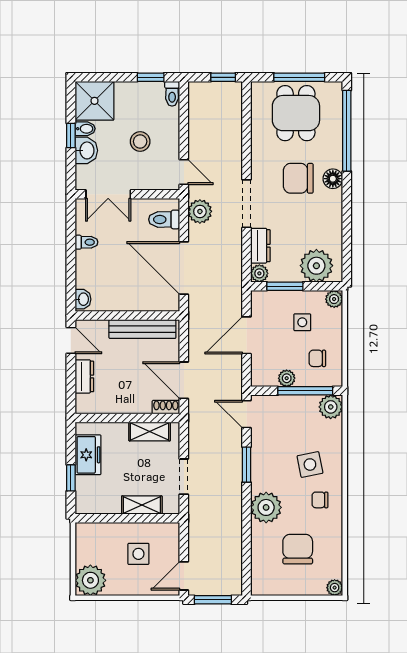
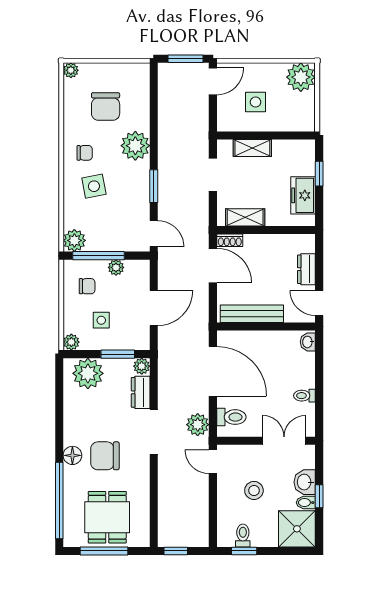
toilet: (172, 94) -> (243, 535), moved
chair: (298, 178) -> (105, 456), turned 180

